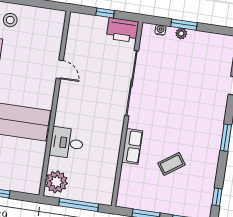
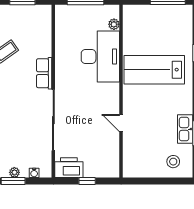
desk: (67, 143) -> (100, 56), width x1.87, depth x1.30
row of seats: (132, 146) -> (44, 73), moved
plant: (56, 182) -> (114, 24), width x0.53, depth x0.53

